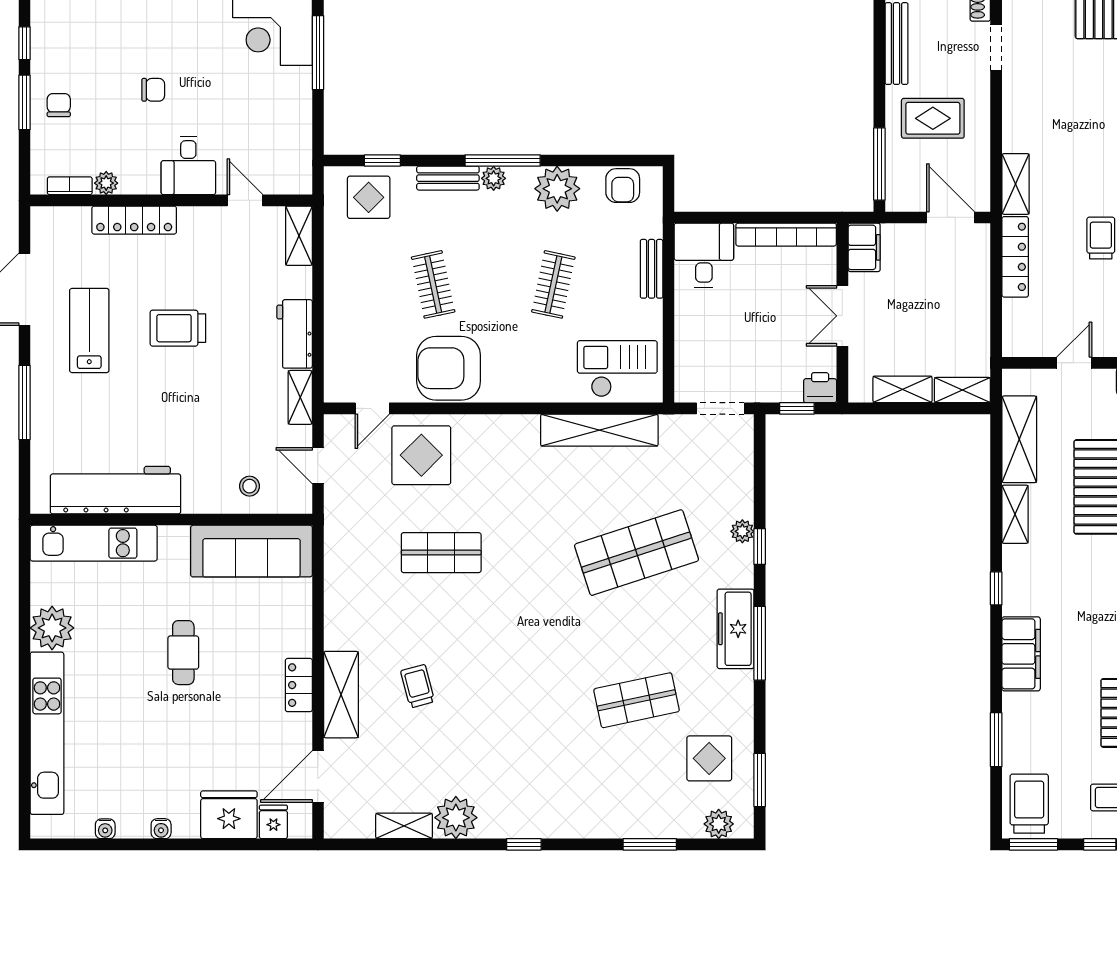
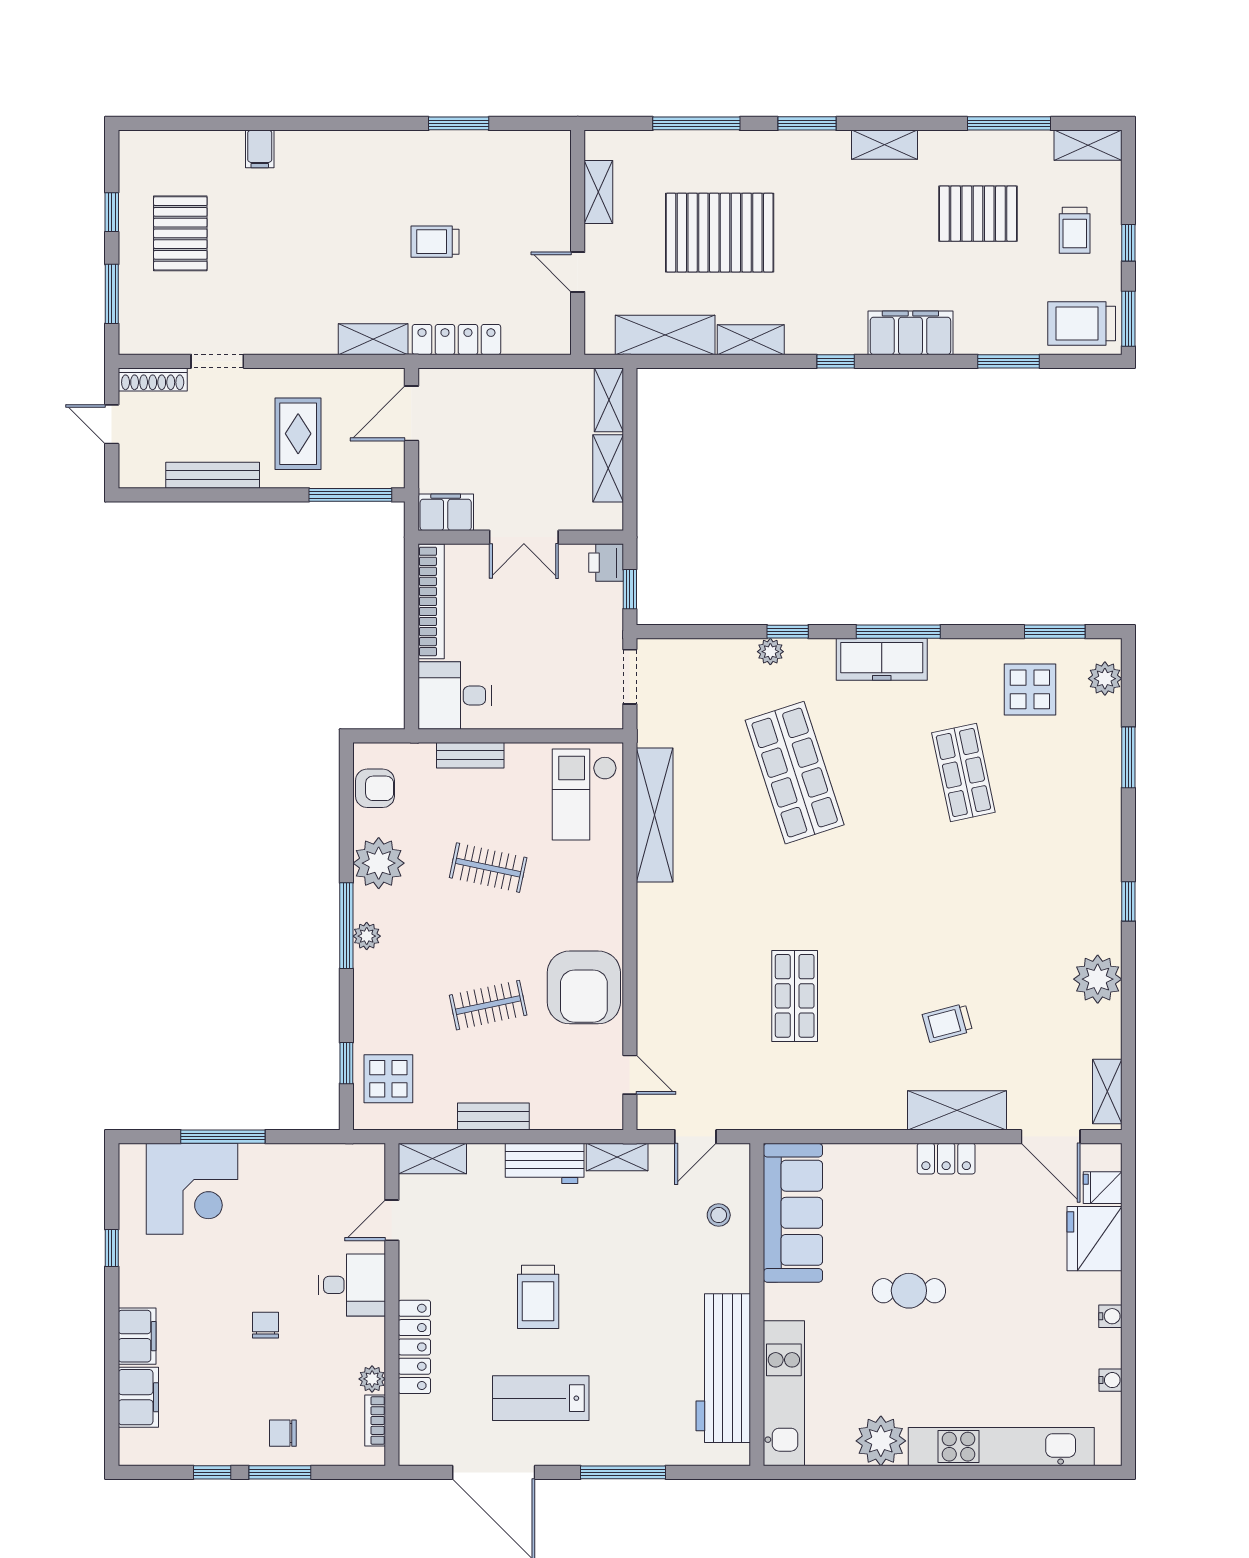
bench: (448, 178) -> (493, 1117), moved, turned 90
display table: (421, 455) -> (683, 1019), removed
shelving: (404, 826) -> (1107, 1092), moved

